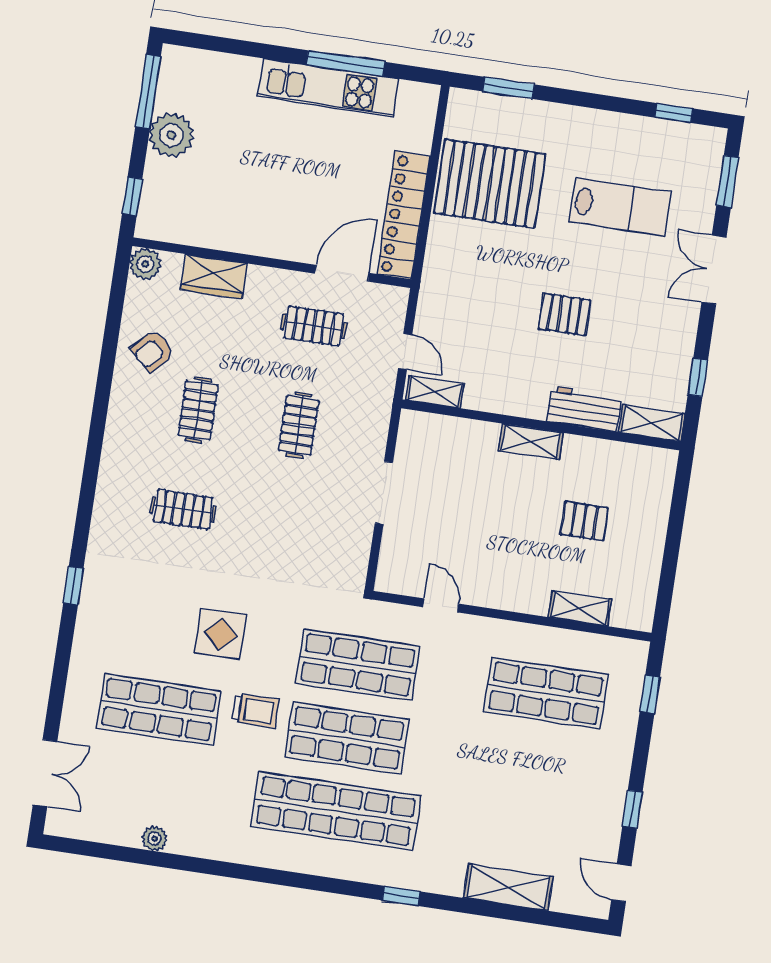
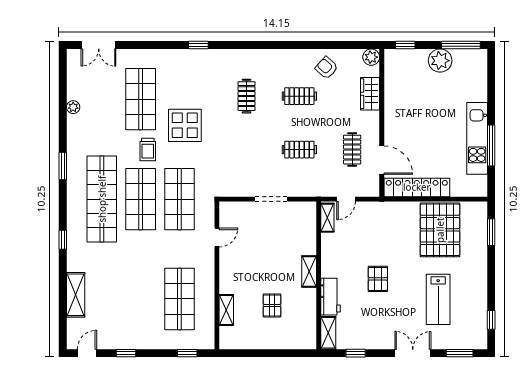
display table: (221, 634) -> (185, 125), width x1.36, depth x1.36
window: (262, 875) -> (63, 166), added

